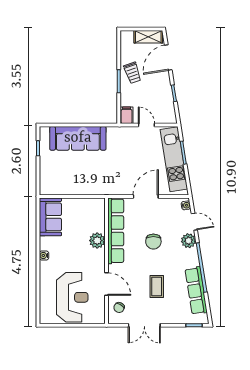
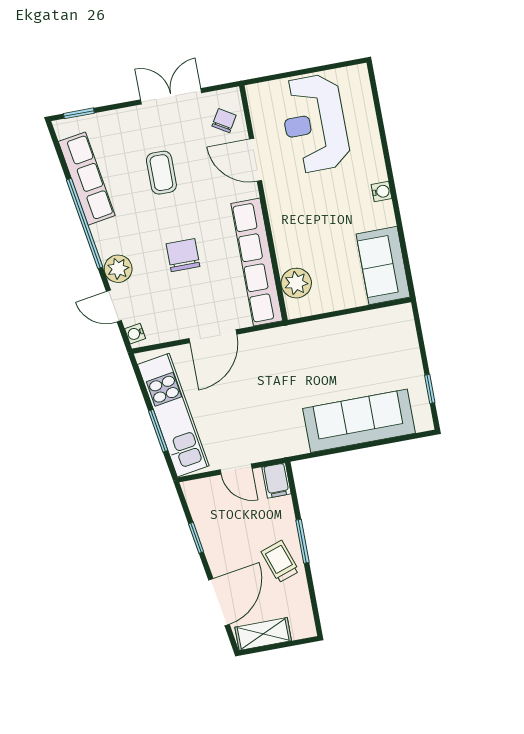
plant: (97, 241) -> (296, 283), moved

